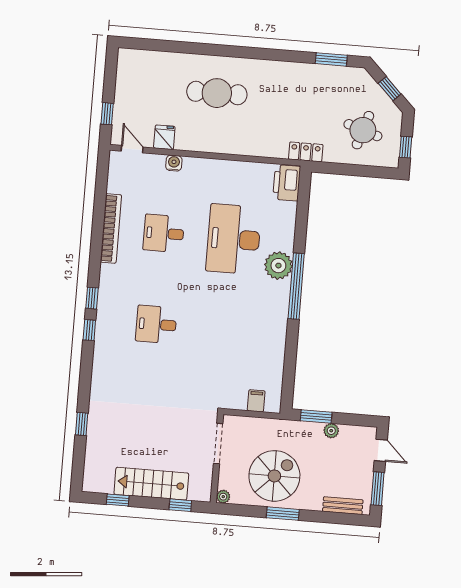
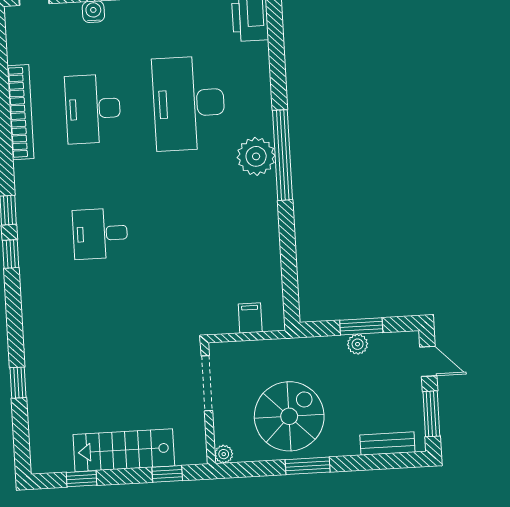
desk: (164, 233) -> (93, 109), width x1.37
plant: (278, 266) -> (256, 156), moved
window: (316, 417) -> (361, 326), moved

